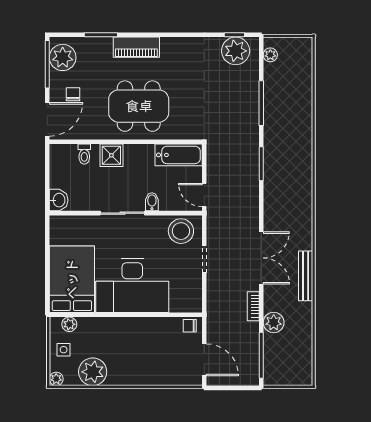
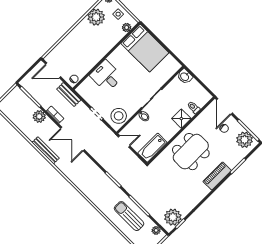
sun lounger: (285, 103) -> (129, 216), added
desk: (132, 285) -> (106, 76), width x0.53, depth x0.77
bench: (214, 314) -> (69, 95), added

